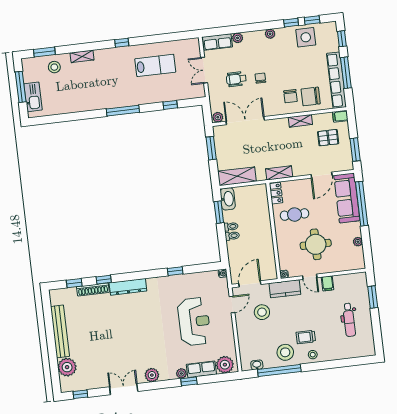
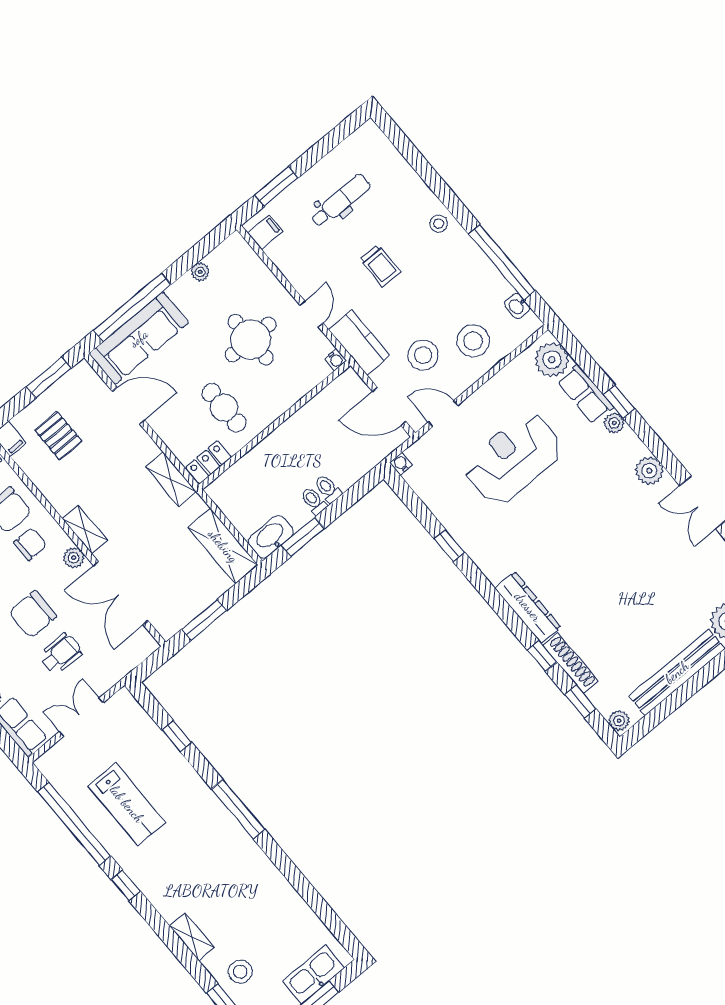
window: (162, 38) -> (74, 824), added
lab bench: (155, 65) -> (127, 804), turned 180
double door: (204, 70) -> (81, 717), swing flipped
chair: (260, 78) -> (33, 614), width x1.87, depth x1.87
wheelchair: (236, 79) -> (61, 654), turned -90
plant: (218, 117) -> (74, 558), moved
shelving: (300, 121) -> (85, 530), moved
filing cabinet: (328, 283) -> (265, 232), moved
plant: (56, 294) -> (619, 721), added
trolley: (306, 337) -> (380, 266), moved
stool: (285, 352) -> (473, 341), moved

